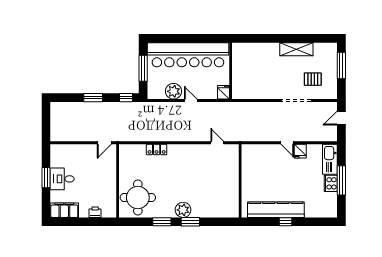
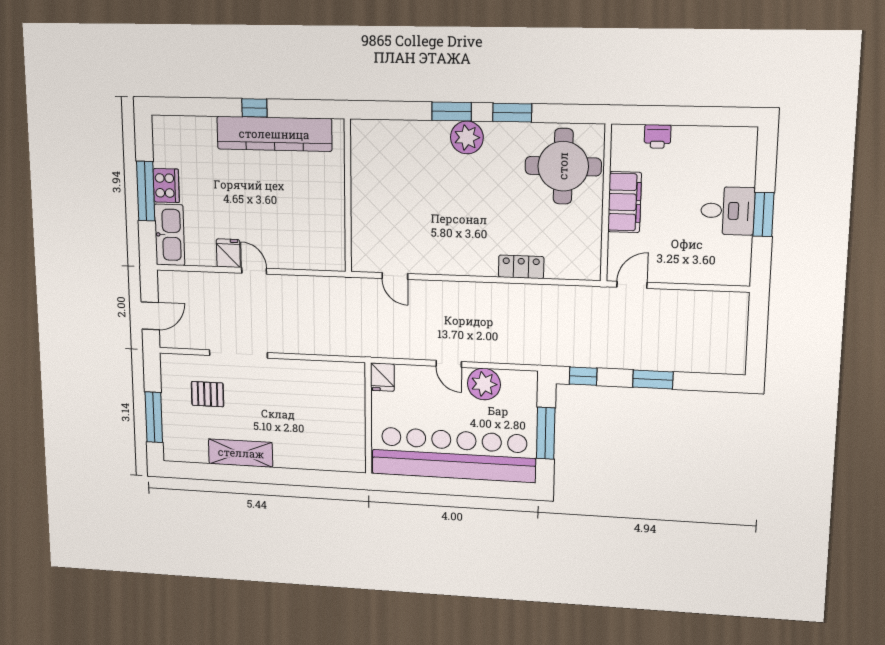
filing cabinet: (64, 210) -> (625, 202), moved, turned -90

